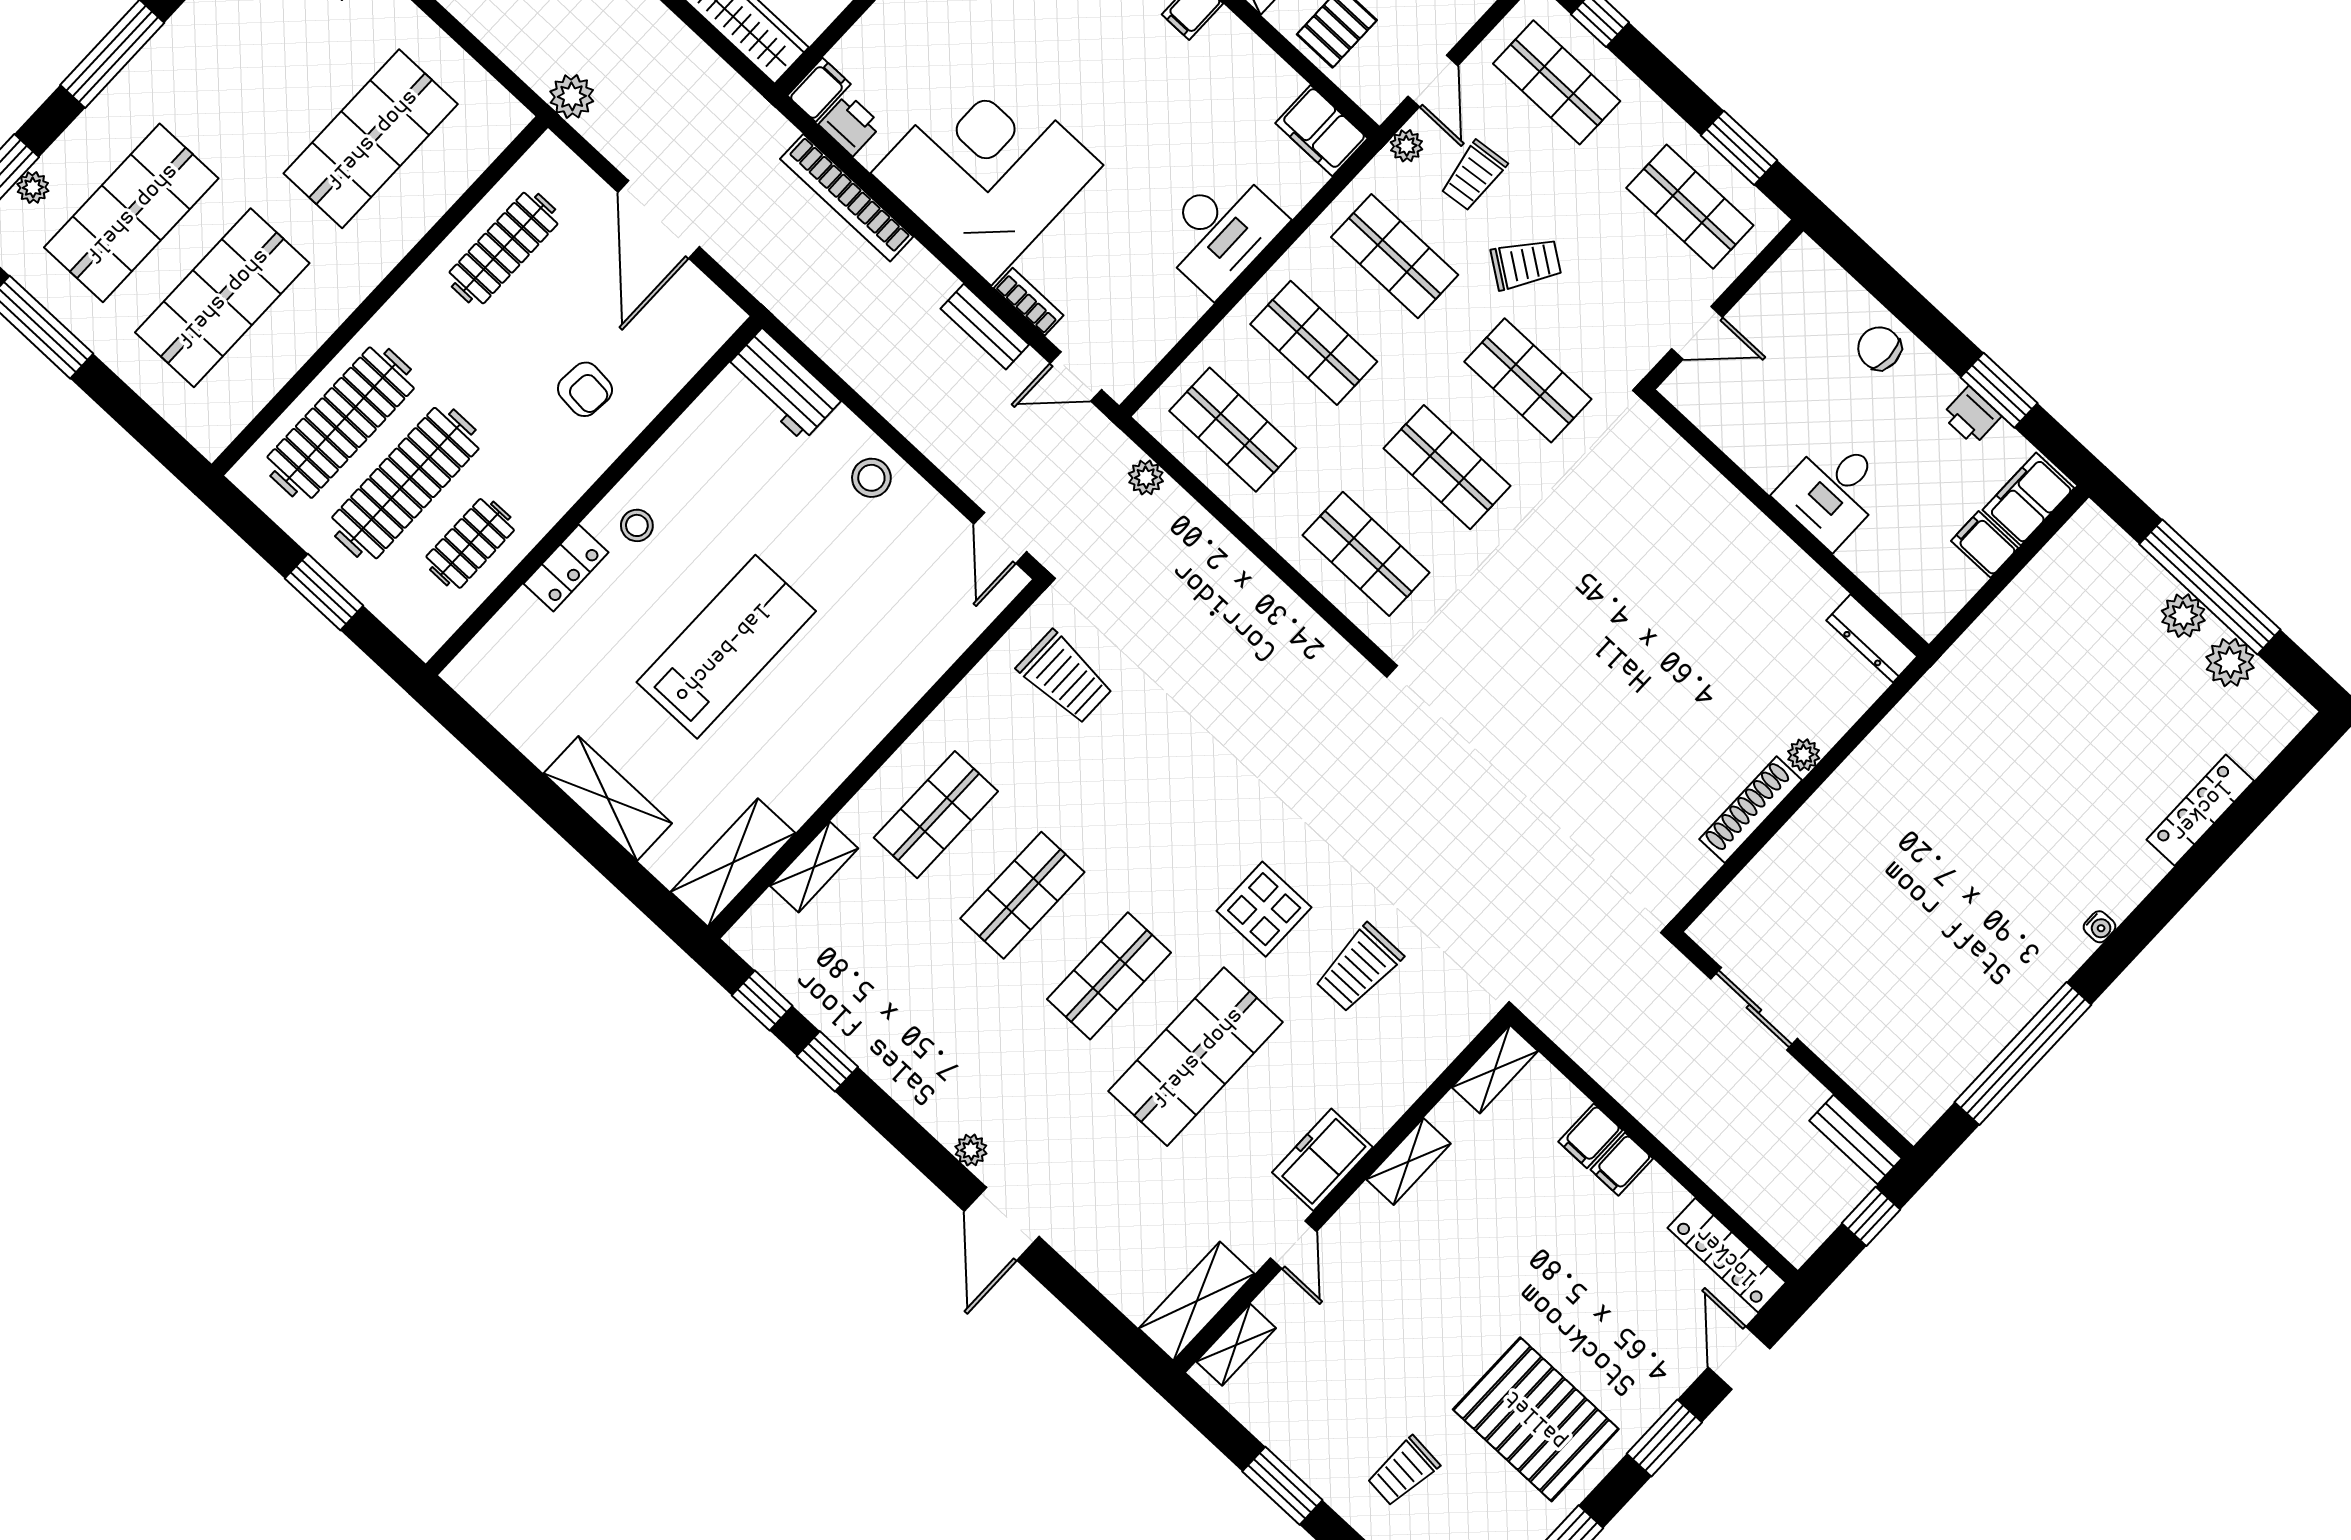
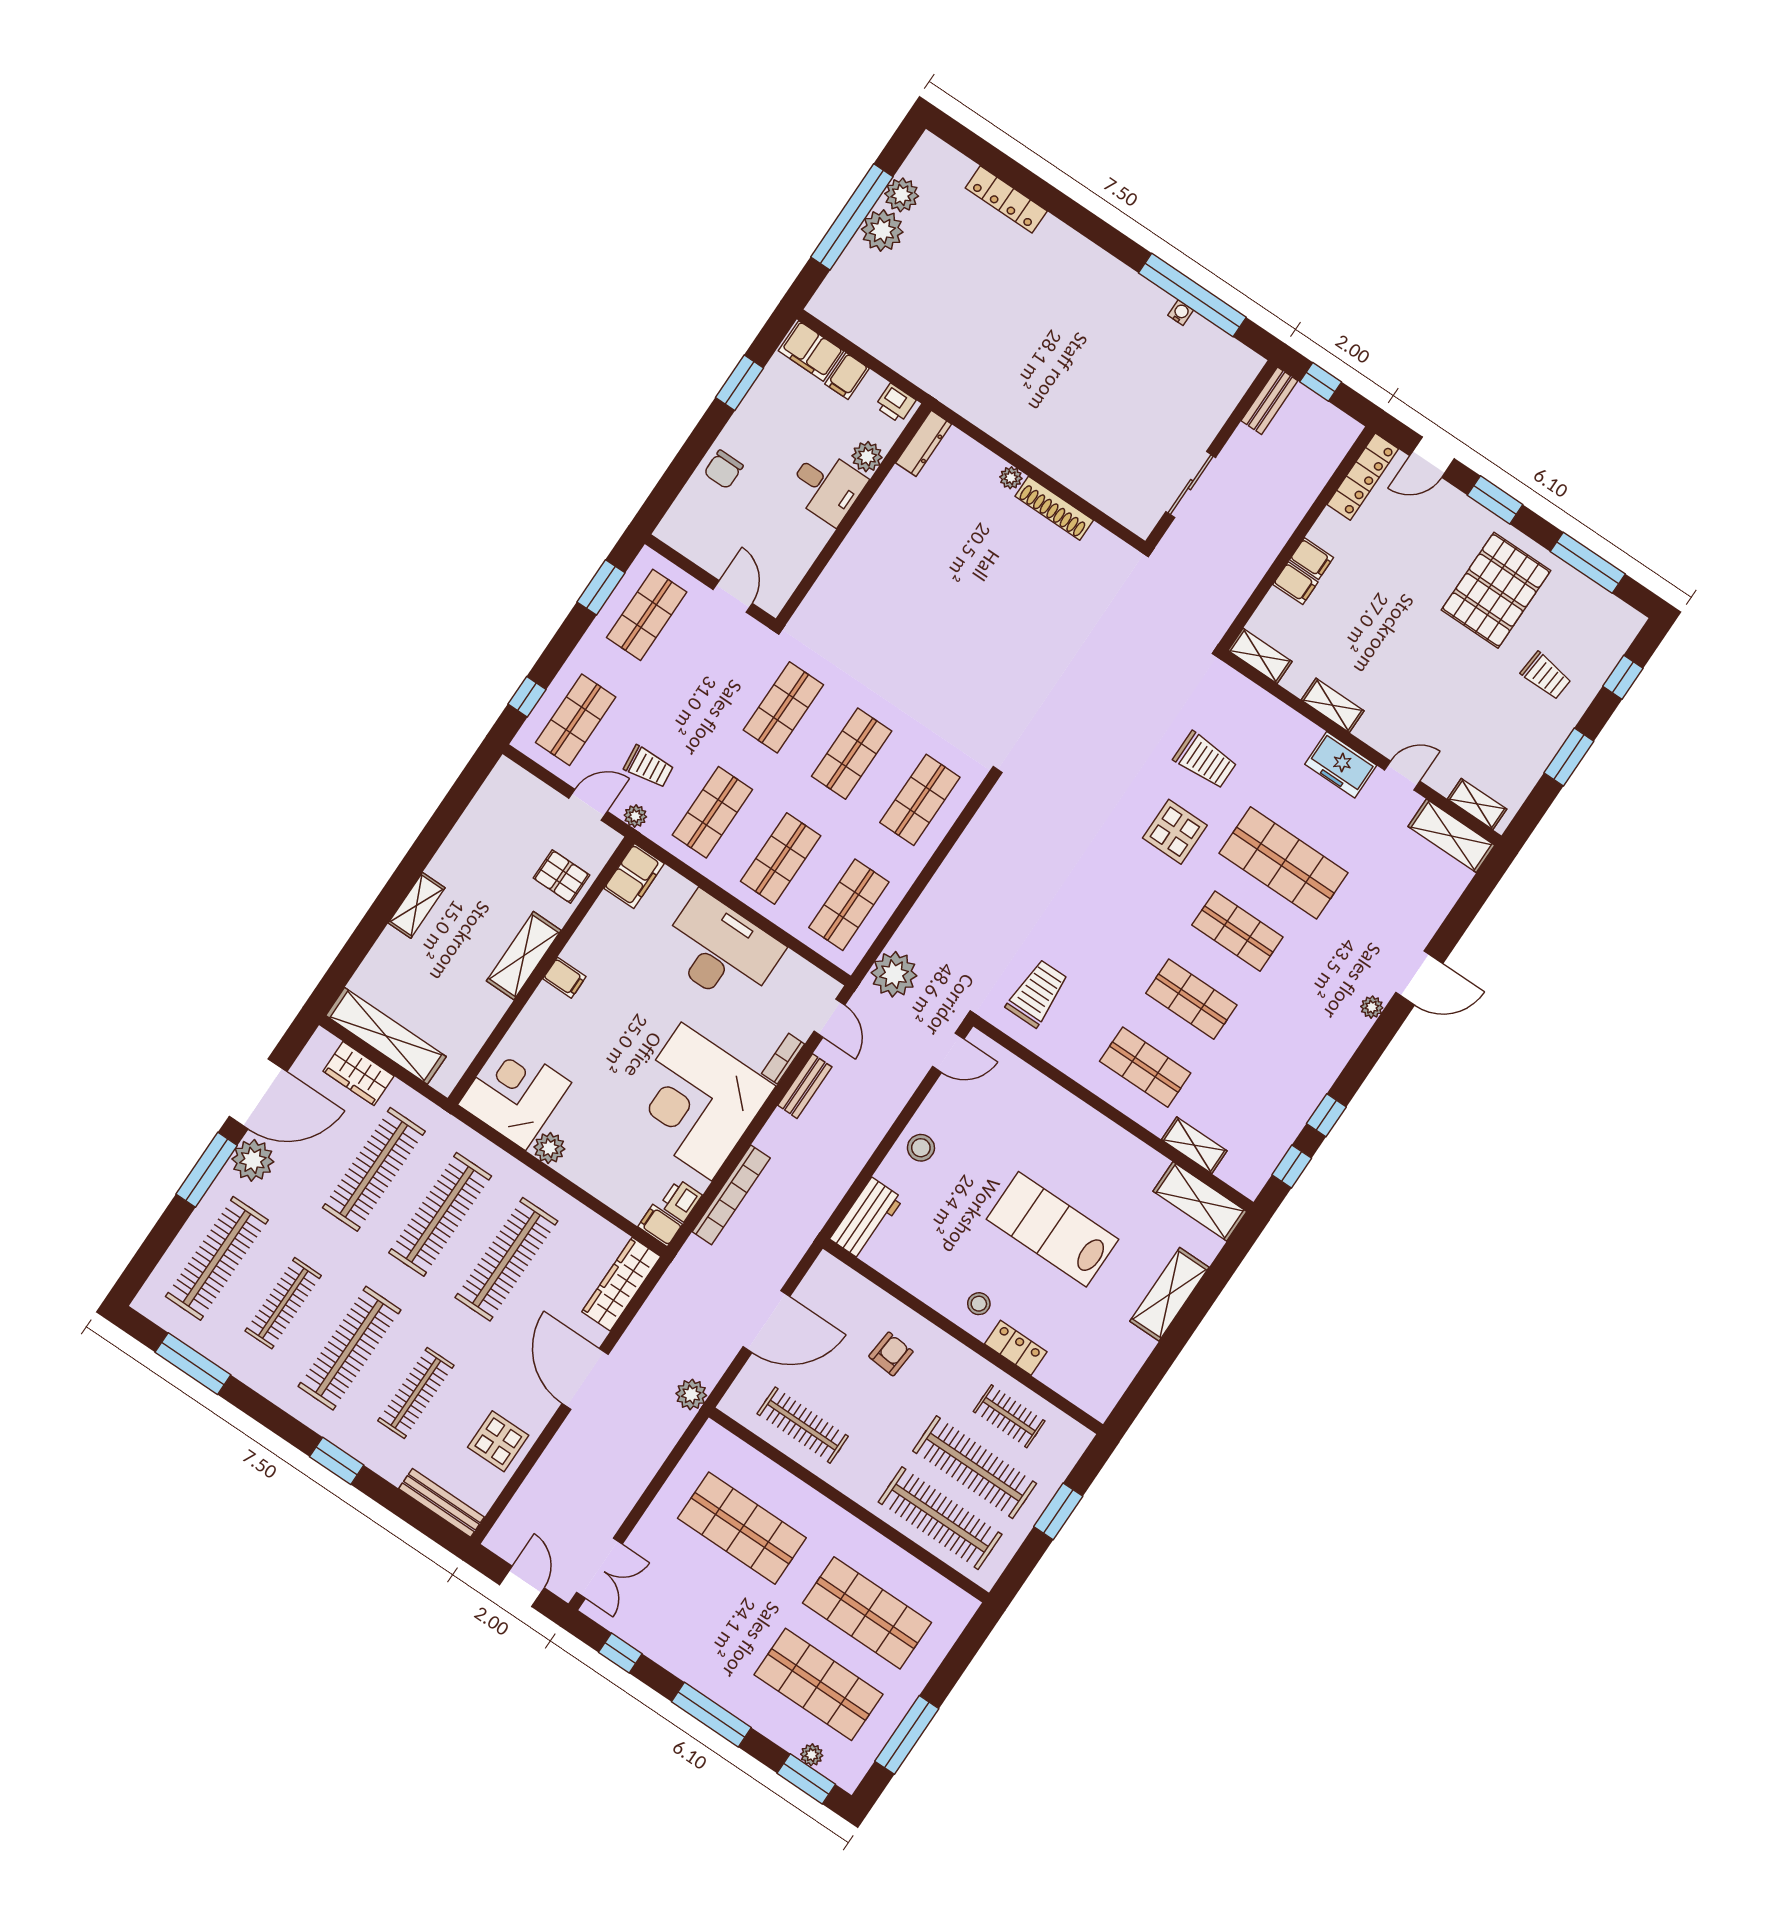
desk: (1220, 231) -> (721, 950), width x1.36, depth x1.30
trolley: (1526, 264) -> (703, 721), removed
printer: (1971, 416) -> (895, 403), moved, turned 90
plant: (1146, 477) -> (894, 974), width x1.88, depth x1.88
plant: (1866, 555) -> (867, 457), added
plant: (2183, 616) -> (882, 231), width x1.36, depth x1.36
water cooler: (2099, 927) -> (1181, 313), moved

